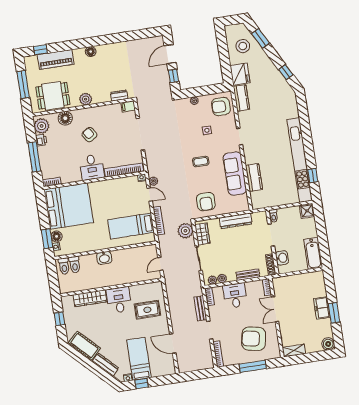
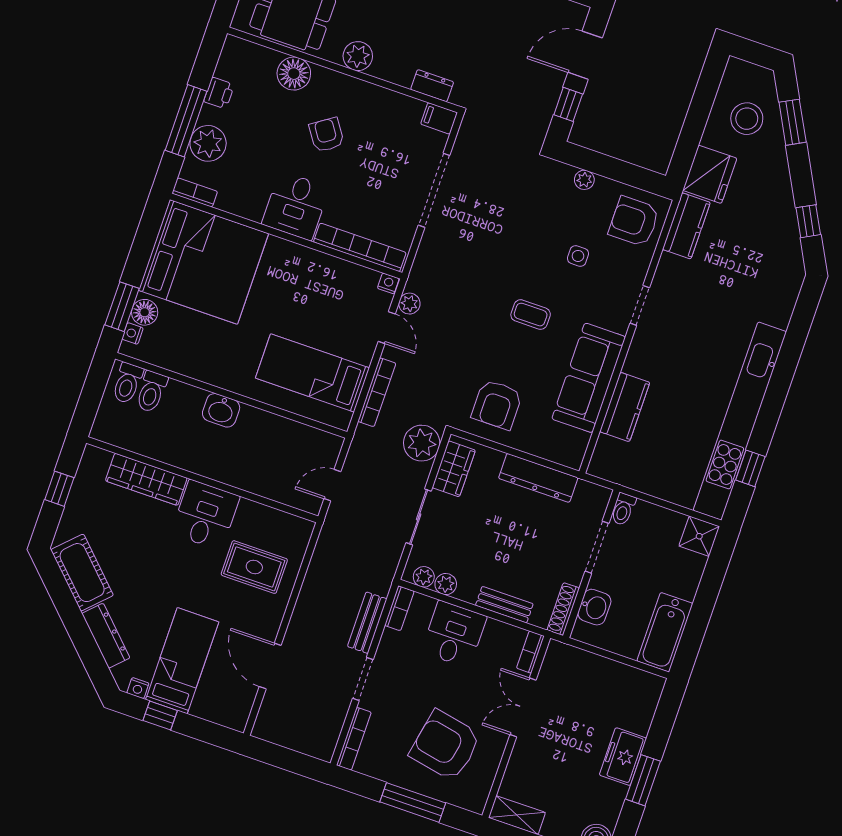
plant: (42, 126) -> (208, 143), moved

